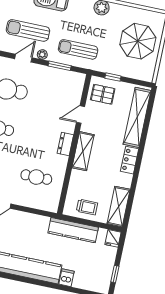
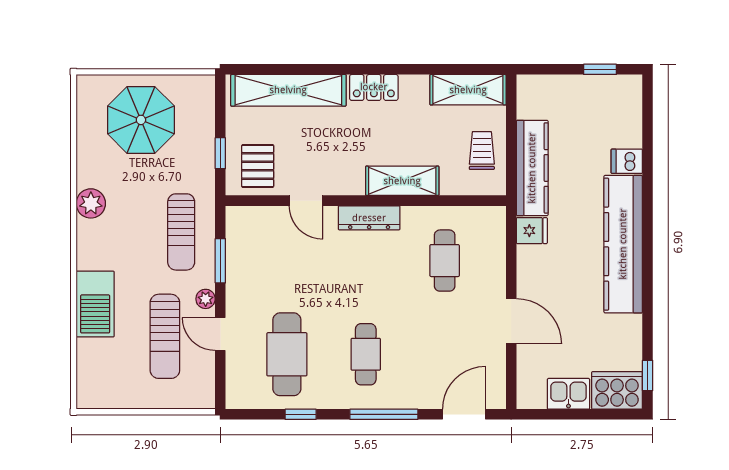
dresser: (65, 144) -> (369, 218), width x1.44
shelving: (83, 151) -> (402, 181), moved
fridge: (113, 238) -> (532, 231), moved

